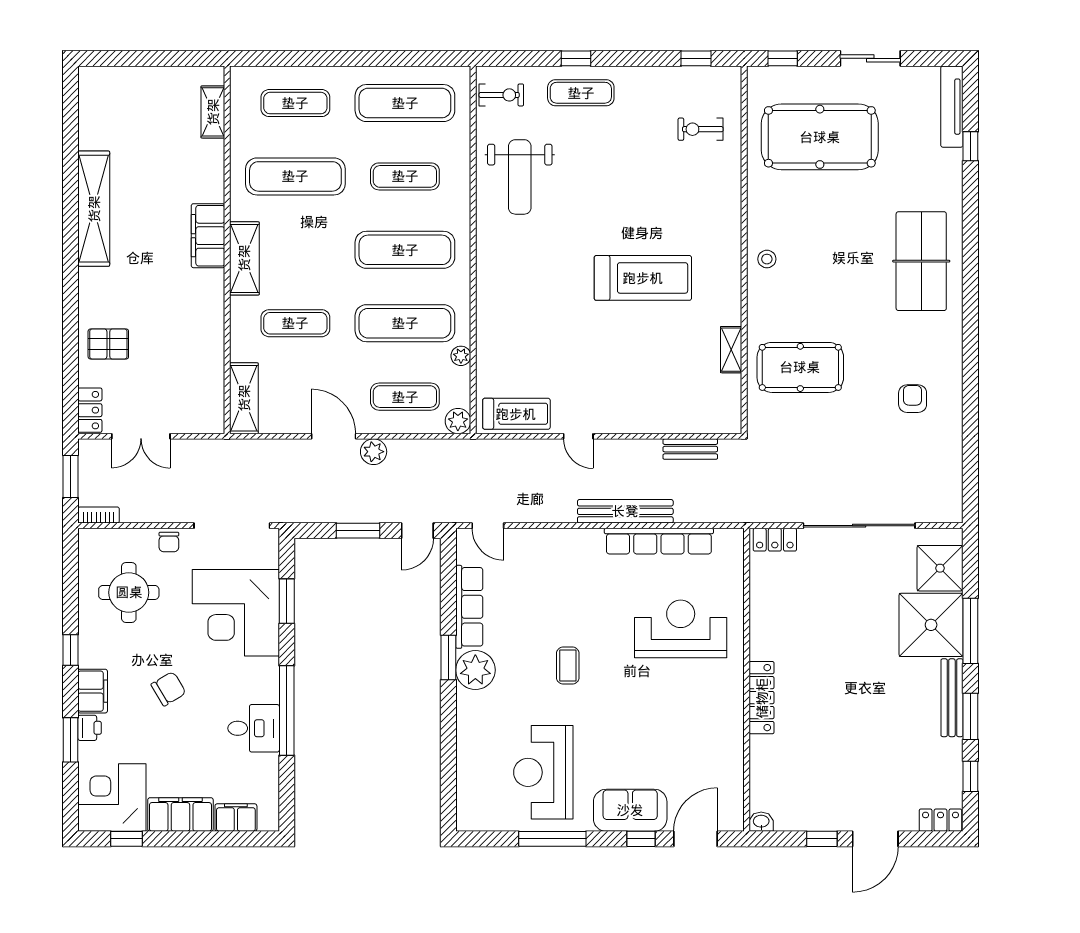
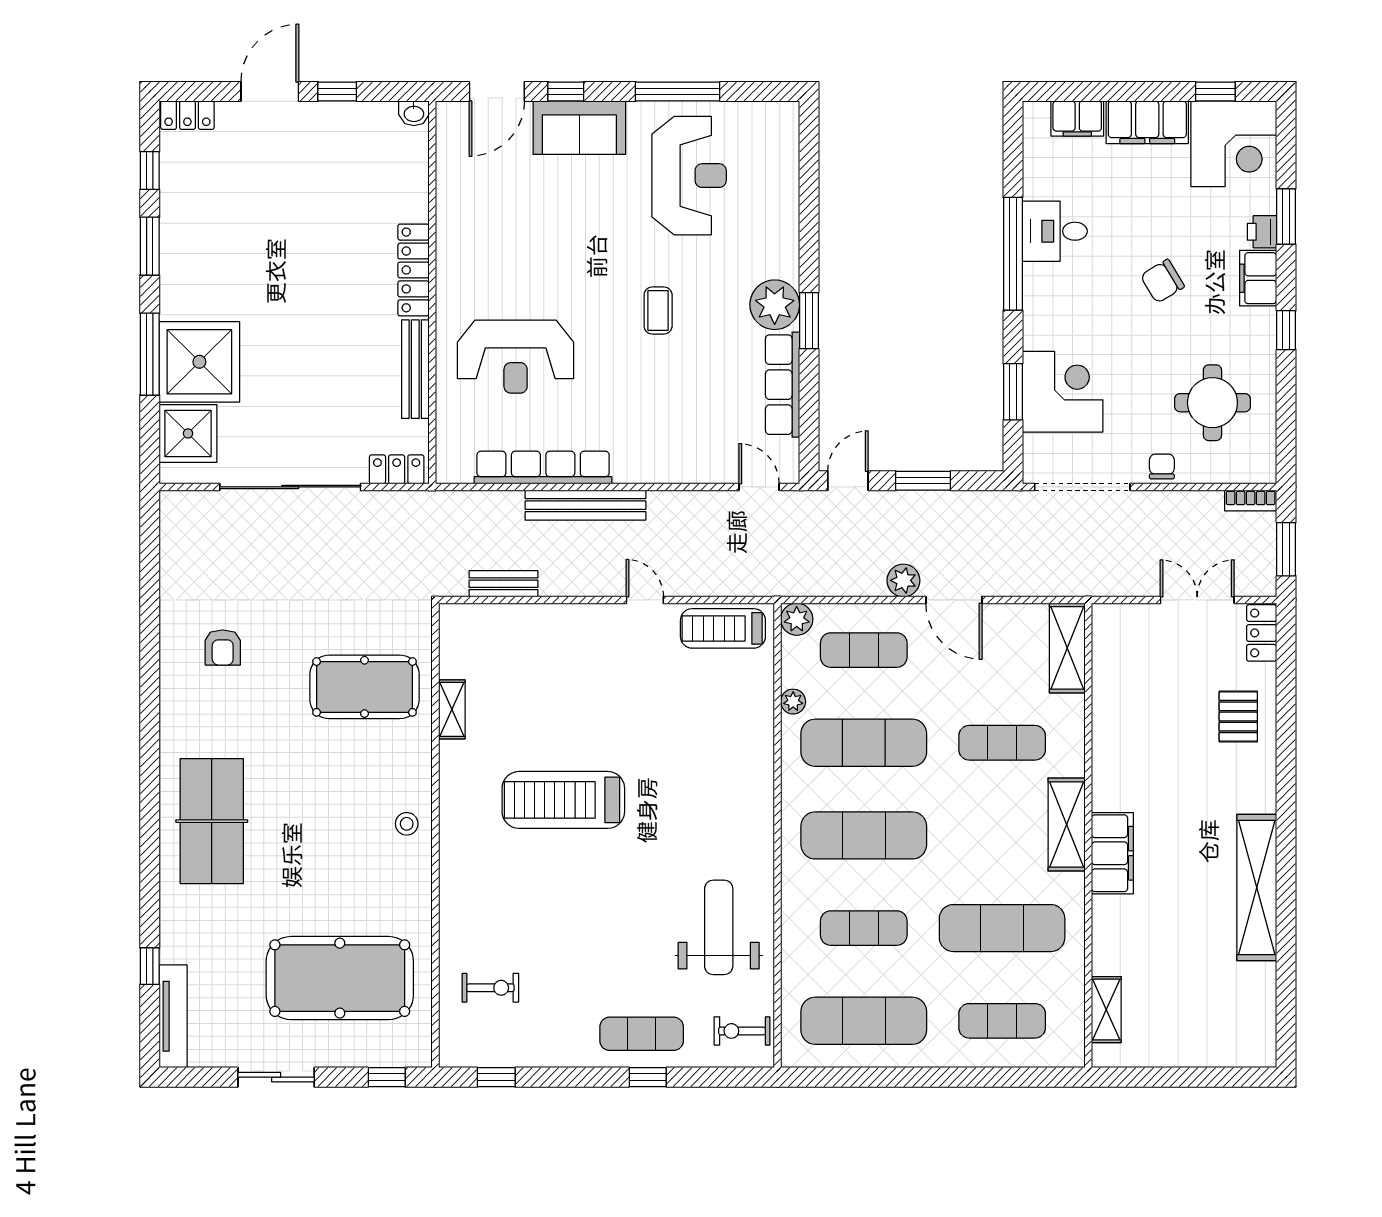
pallet: (108, 344) -> (1238, 717), turned 90
corner desk: (236, 613) -> (1063, 392), width x0.74, depth x0.74
bench: (952, 698) -> (415, 369), moved

